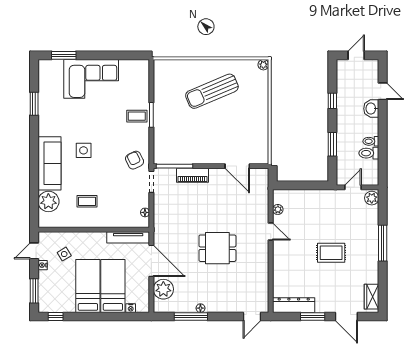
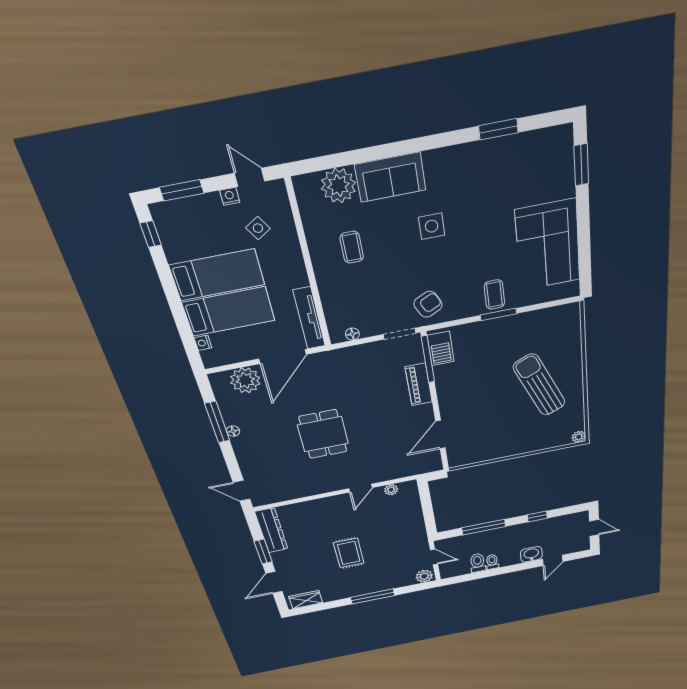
corner sofa: (91, 79) -> (548, 245), moved
window: (332, 144) -> (484, 527), width x1.44
barbecue: (168, 156) -> (441, 348), added
sofa: (49, 163) -> (390, 177), width x0.73

